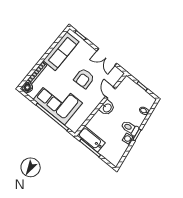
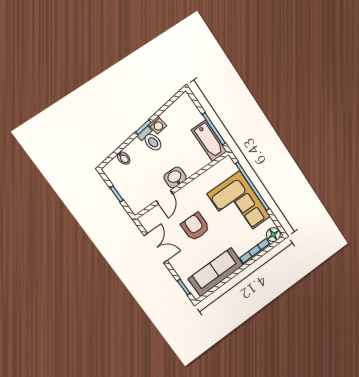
armchair: (84, 78) -> (195, 227), turned -87

